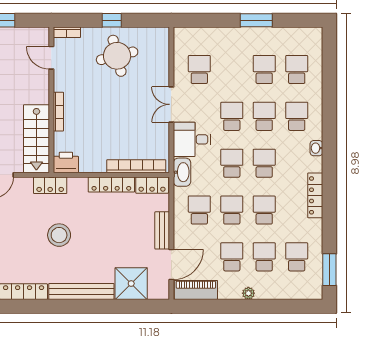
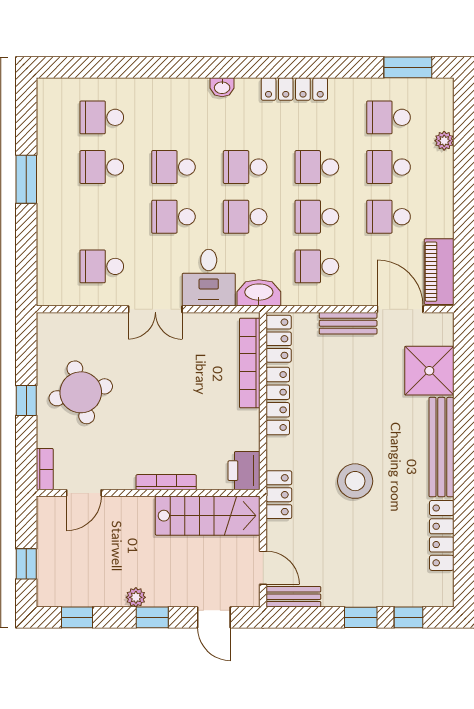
school desk: (297, 116) -> (173, 117), removed
plant: (248, 293) -> (444, 141), moved

